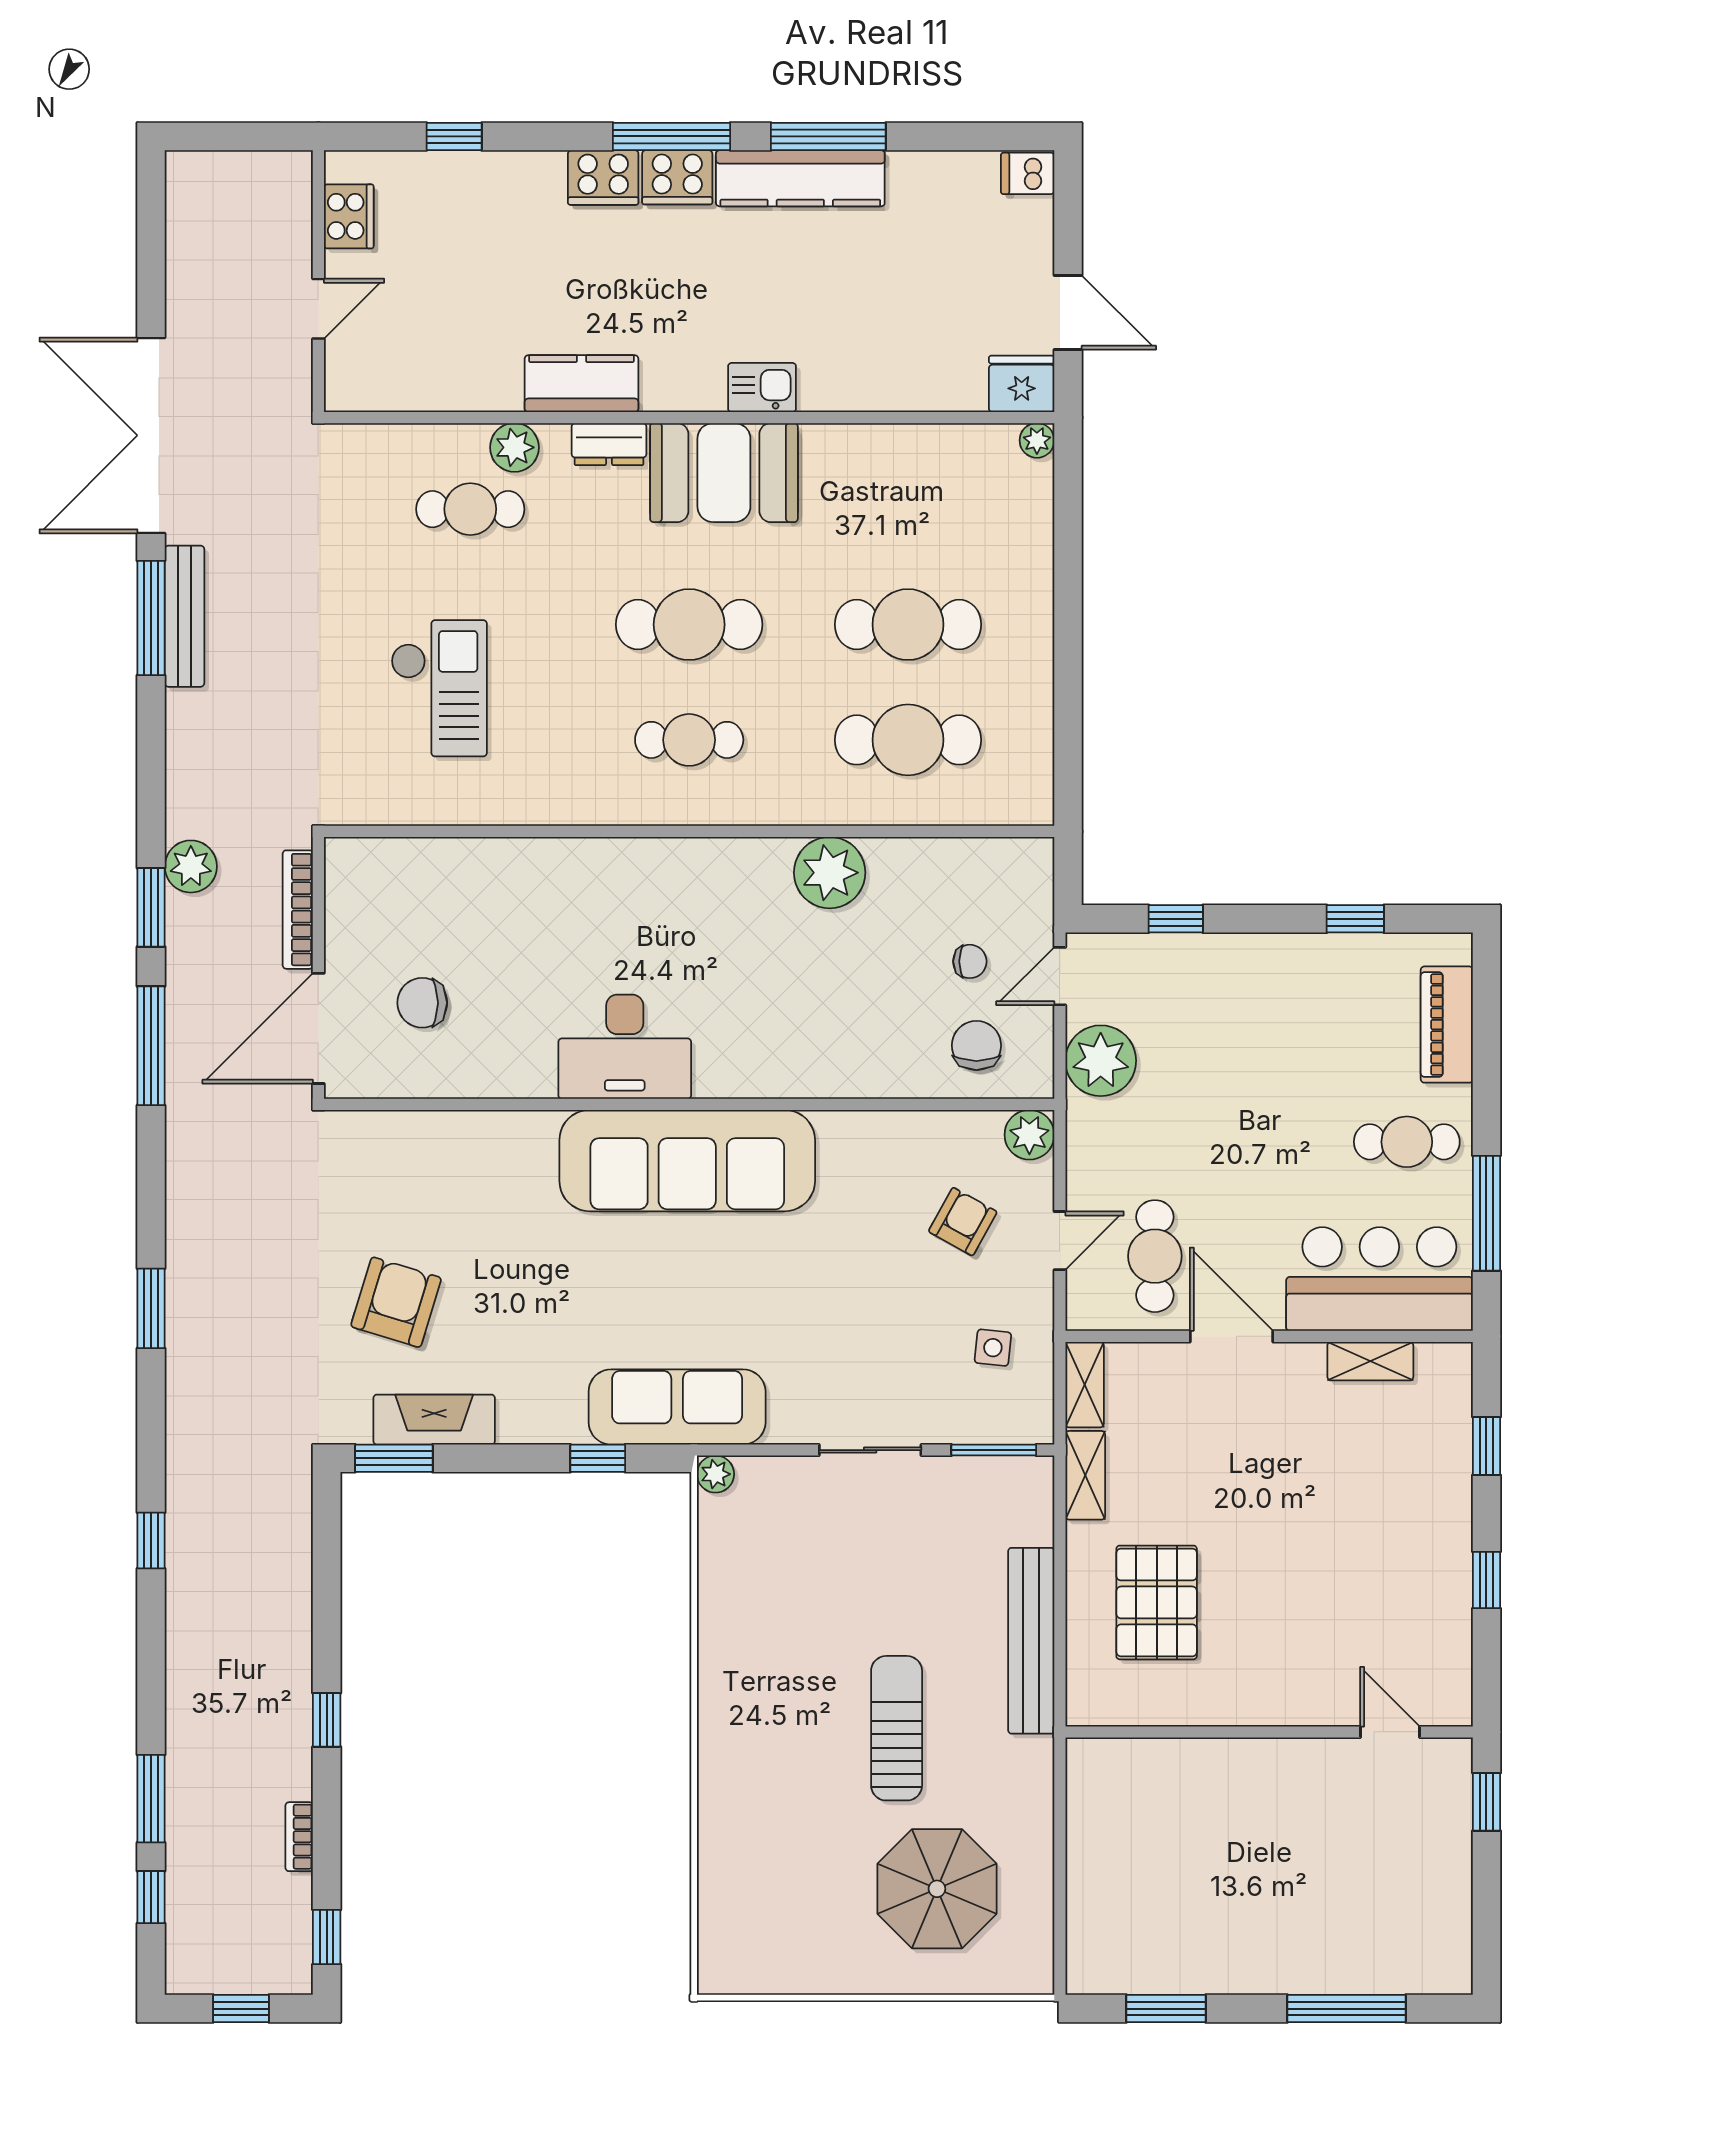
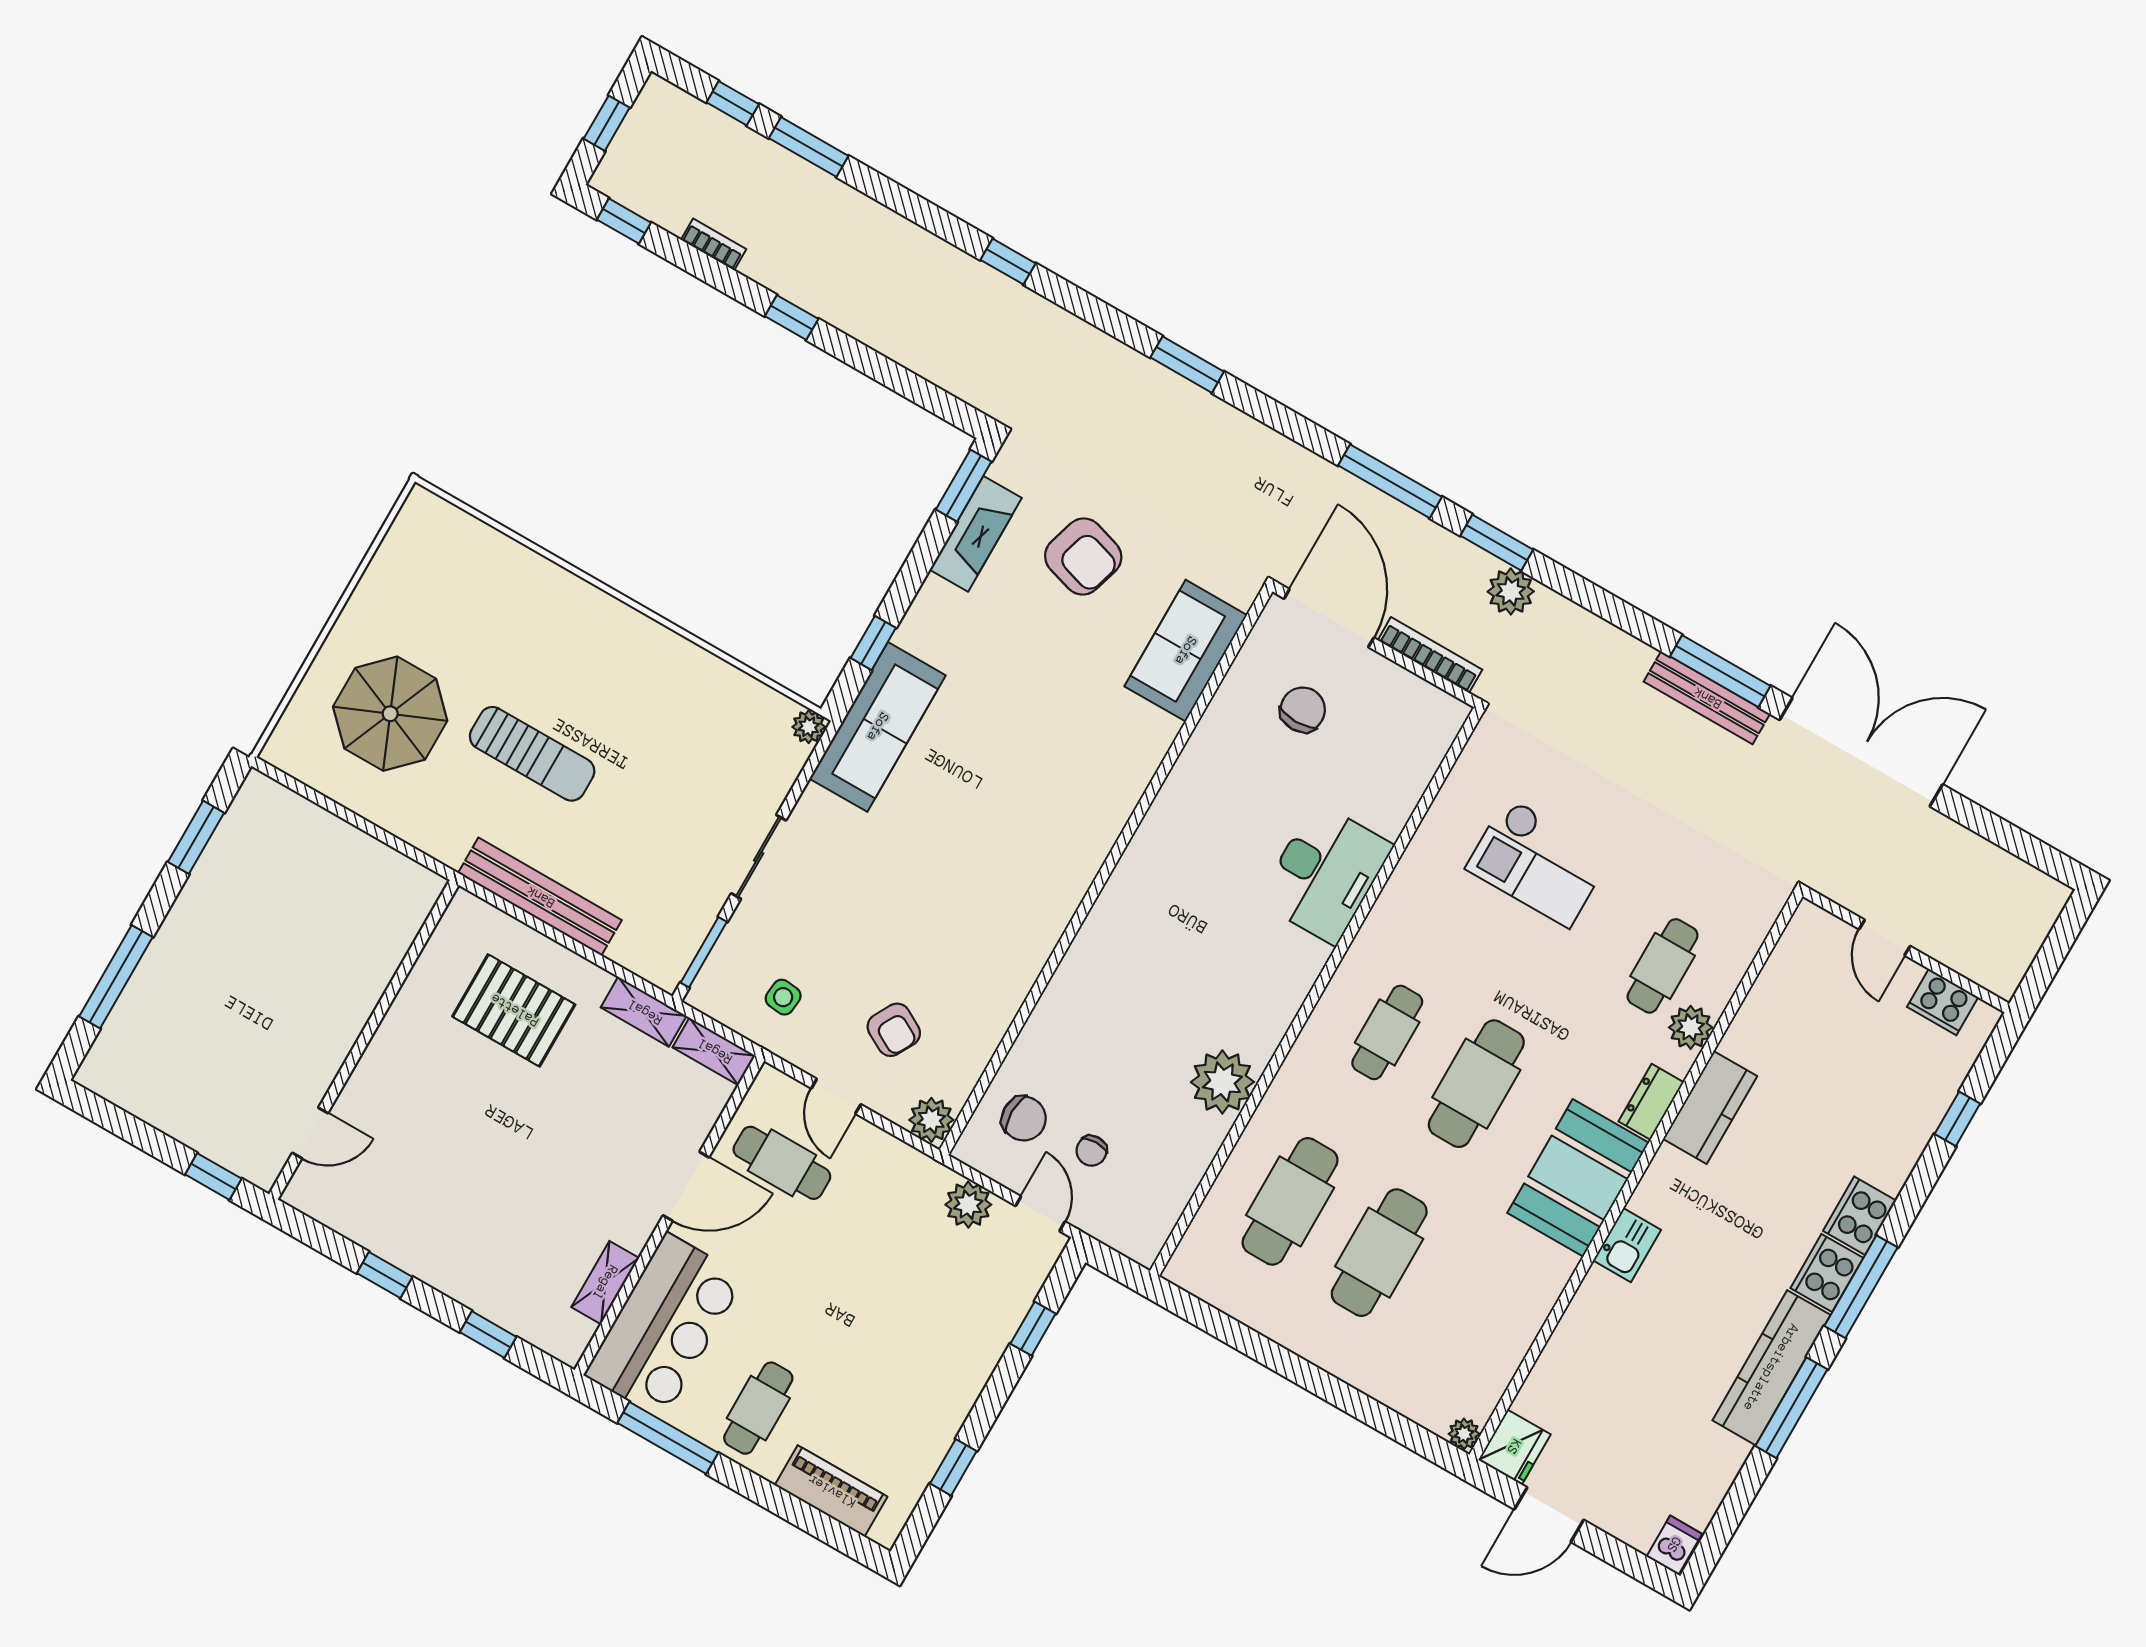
desk: (625, 1047) -> (1325, 873), moved, turned 180
plant: (1101, 1061) -> (968, 1205), width x0.73, depth x0.73
sofa: (687, 1161) -> (1186, 651), moved, width x0.54, depth x0.79

